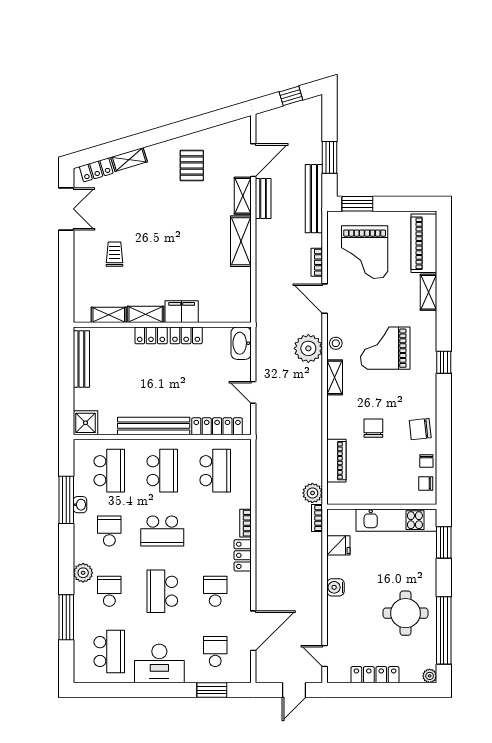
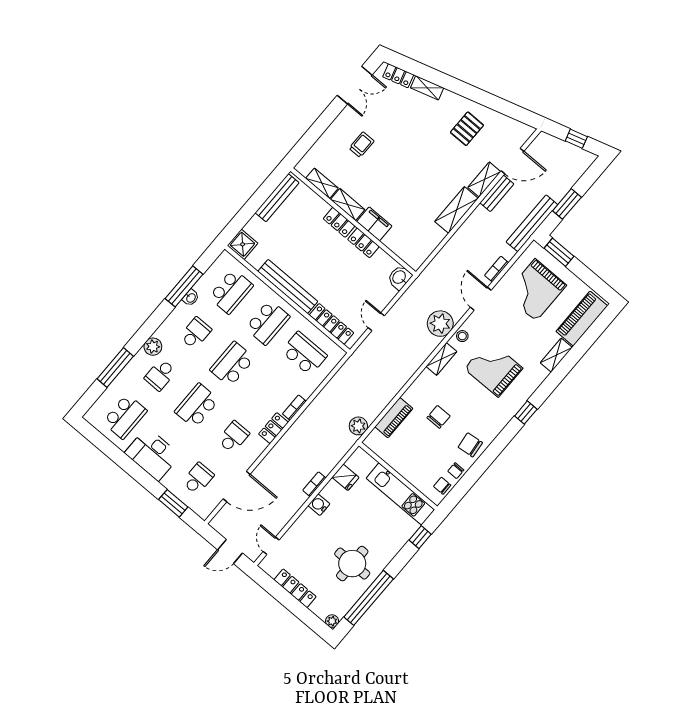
washbasin: (241, 343) -> (400, 277), width x0.72
school desk: (215, 471) -> (304, 353), turned -90
bookcase: (317, 518) -> (314, 484), moved
school desk: (162, 531) -> (232, 364), turned 90
window: (444, 542) -> (420, 537), width x0.67
school desk: (109, 591) -> (160, 375), turned 180

